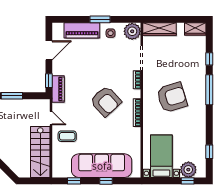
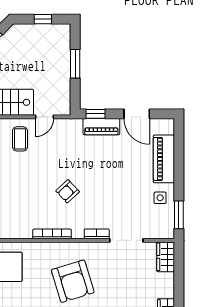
window: (100, 19) -> (179, 215), moved
wardrobe: (159, 29) -> (166, 257), width x0.67
plant: (132, 31) -> (163, 227), removed
piano: (58, 89) -> (101, 127), moved
armchair: (106, 101) -> (68, 191), width x0.53, depth x0.53

